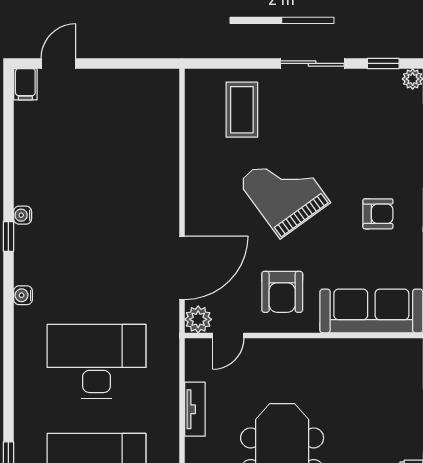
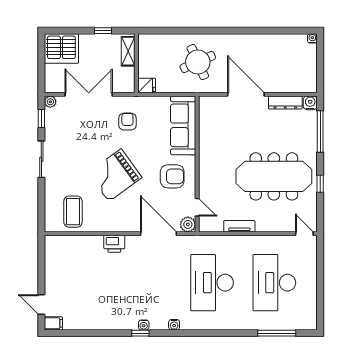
coffee table: (242, 110) -> (73, 212), moved, turned 90
printer: (164, 191) -> (114, 244), added
water cooler: (23, 215) -> (144, 325), moved

